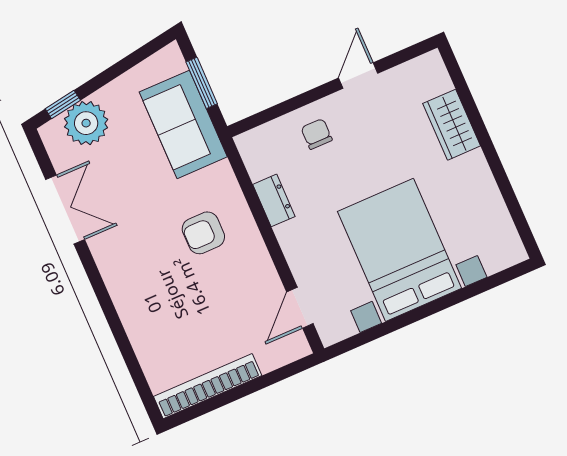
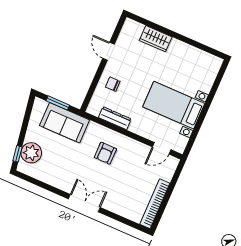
dresser: (274, 200) -> (115, 118), width x1.44
double door: (65, 210) -> (84, 203), moved
bed with nightstands: (399, 250) -> (174, 105), width x0.73
door: (300, 308) -> (162, 148), hinge flipped

